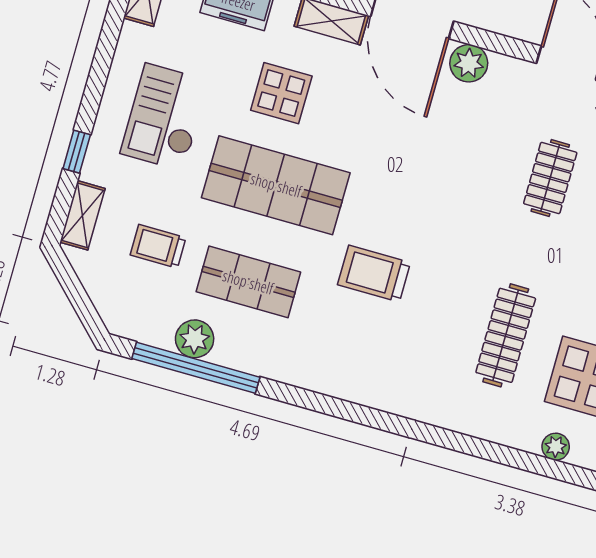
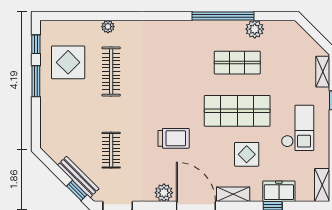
trolley: (158, 246) -> (284, 67), removed
trolley: (374, 274) -> (174, 138), moved
window: (196, 368) -> (223, 16), moved
plant: (556, 447) -> (108, 27), moved

